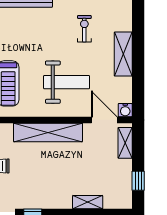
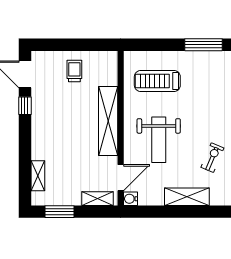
exercise bike: (84, 29) -> (212, 158), turned -67
window: (138, 181) -> (59, 212), width x1.50
shelving: (88, 202) -> (38, 176), moved

